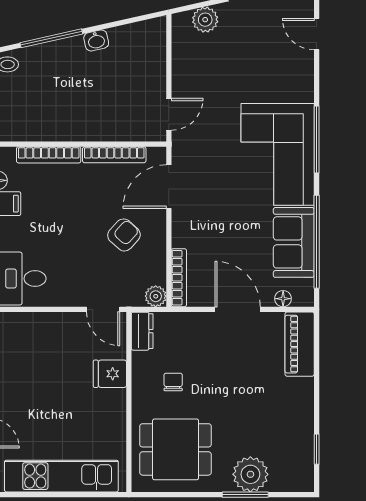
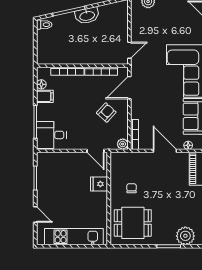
washbasin: (96, 40) -> (87, 16), width x1.91, depth x1.45
dresser: (142, 331) -> (116, 162), removed
plant: (250, 474) -> (185, 236), moved

